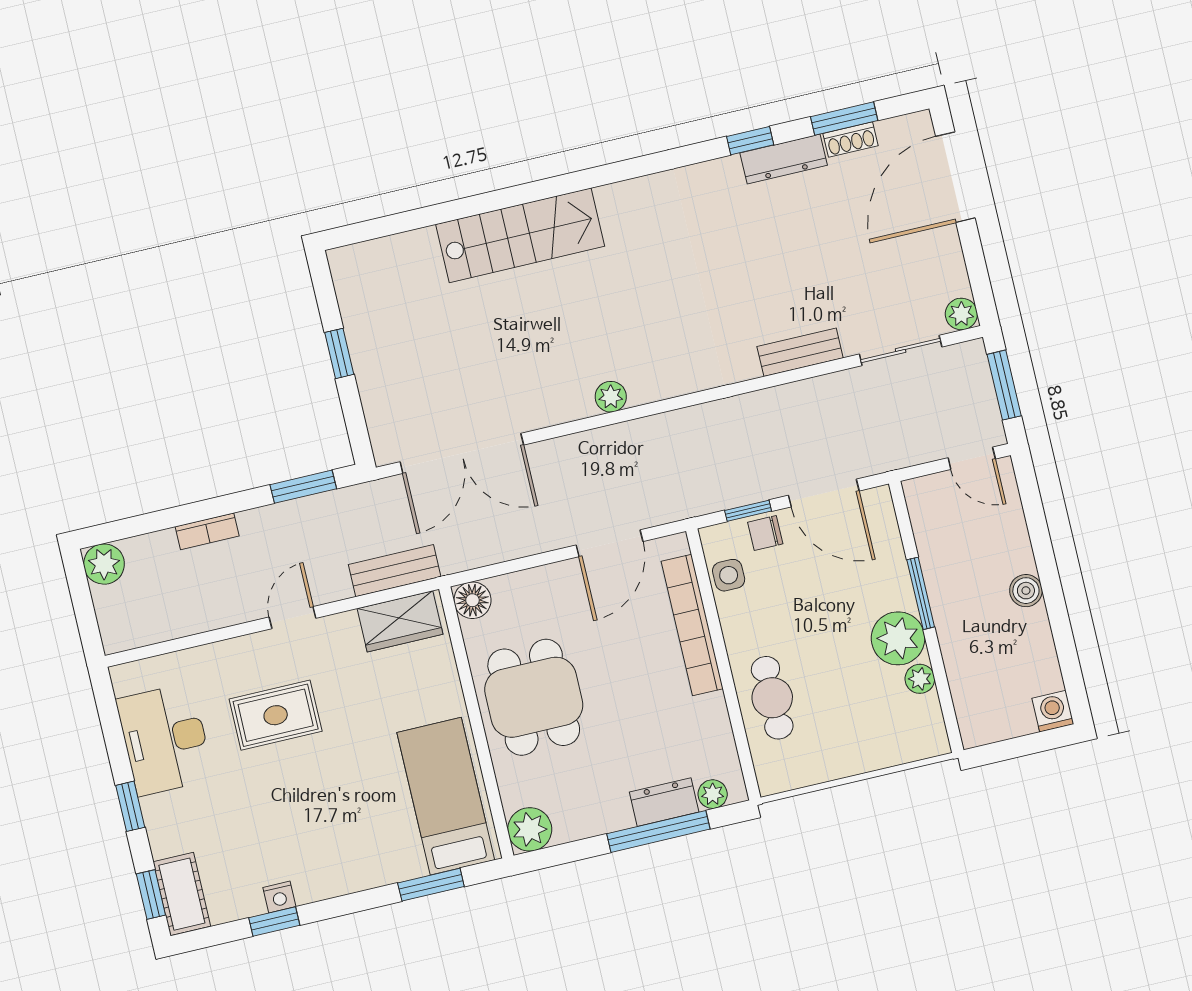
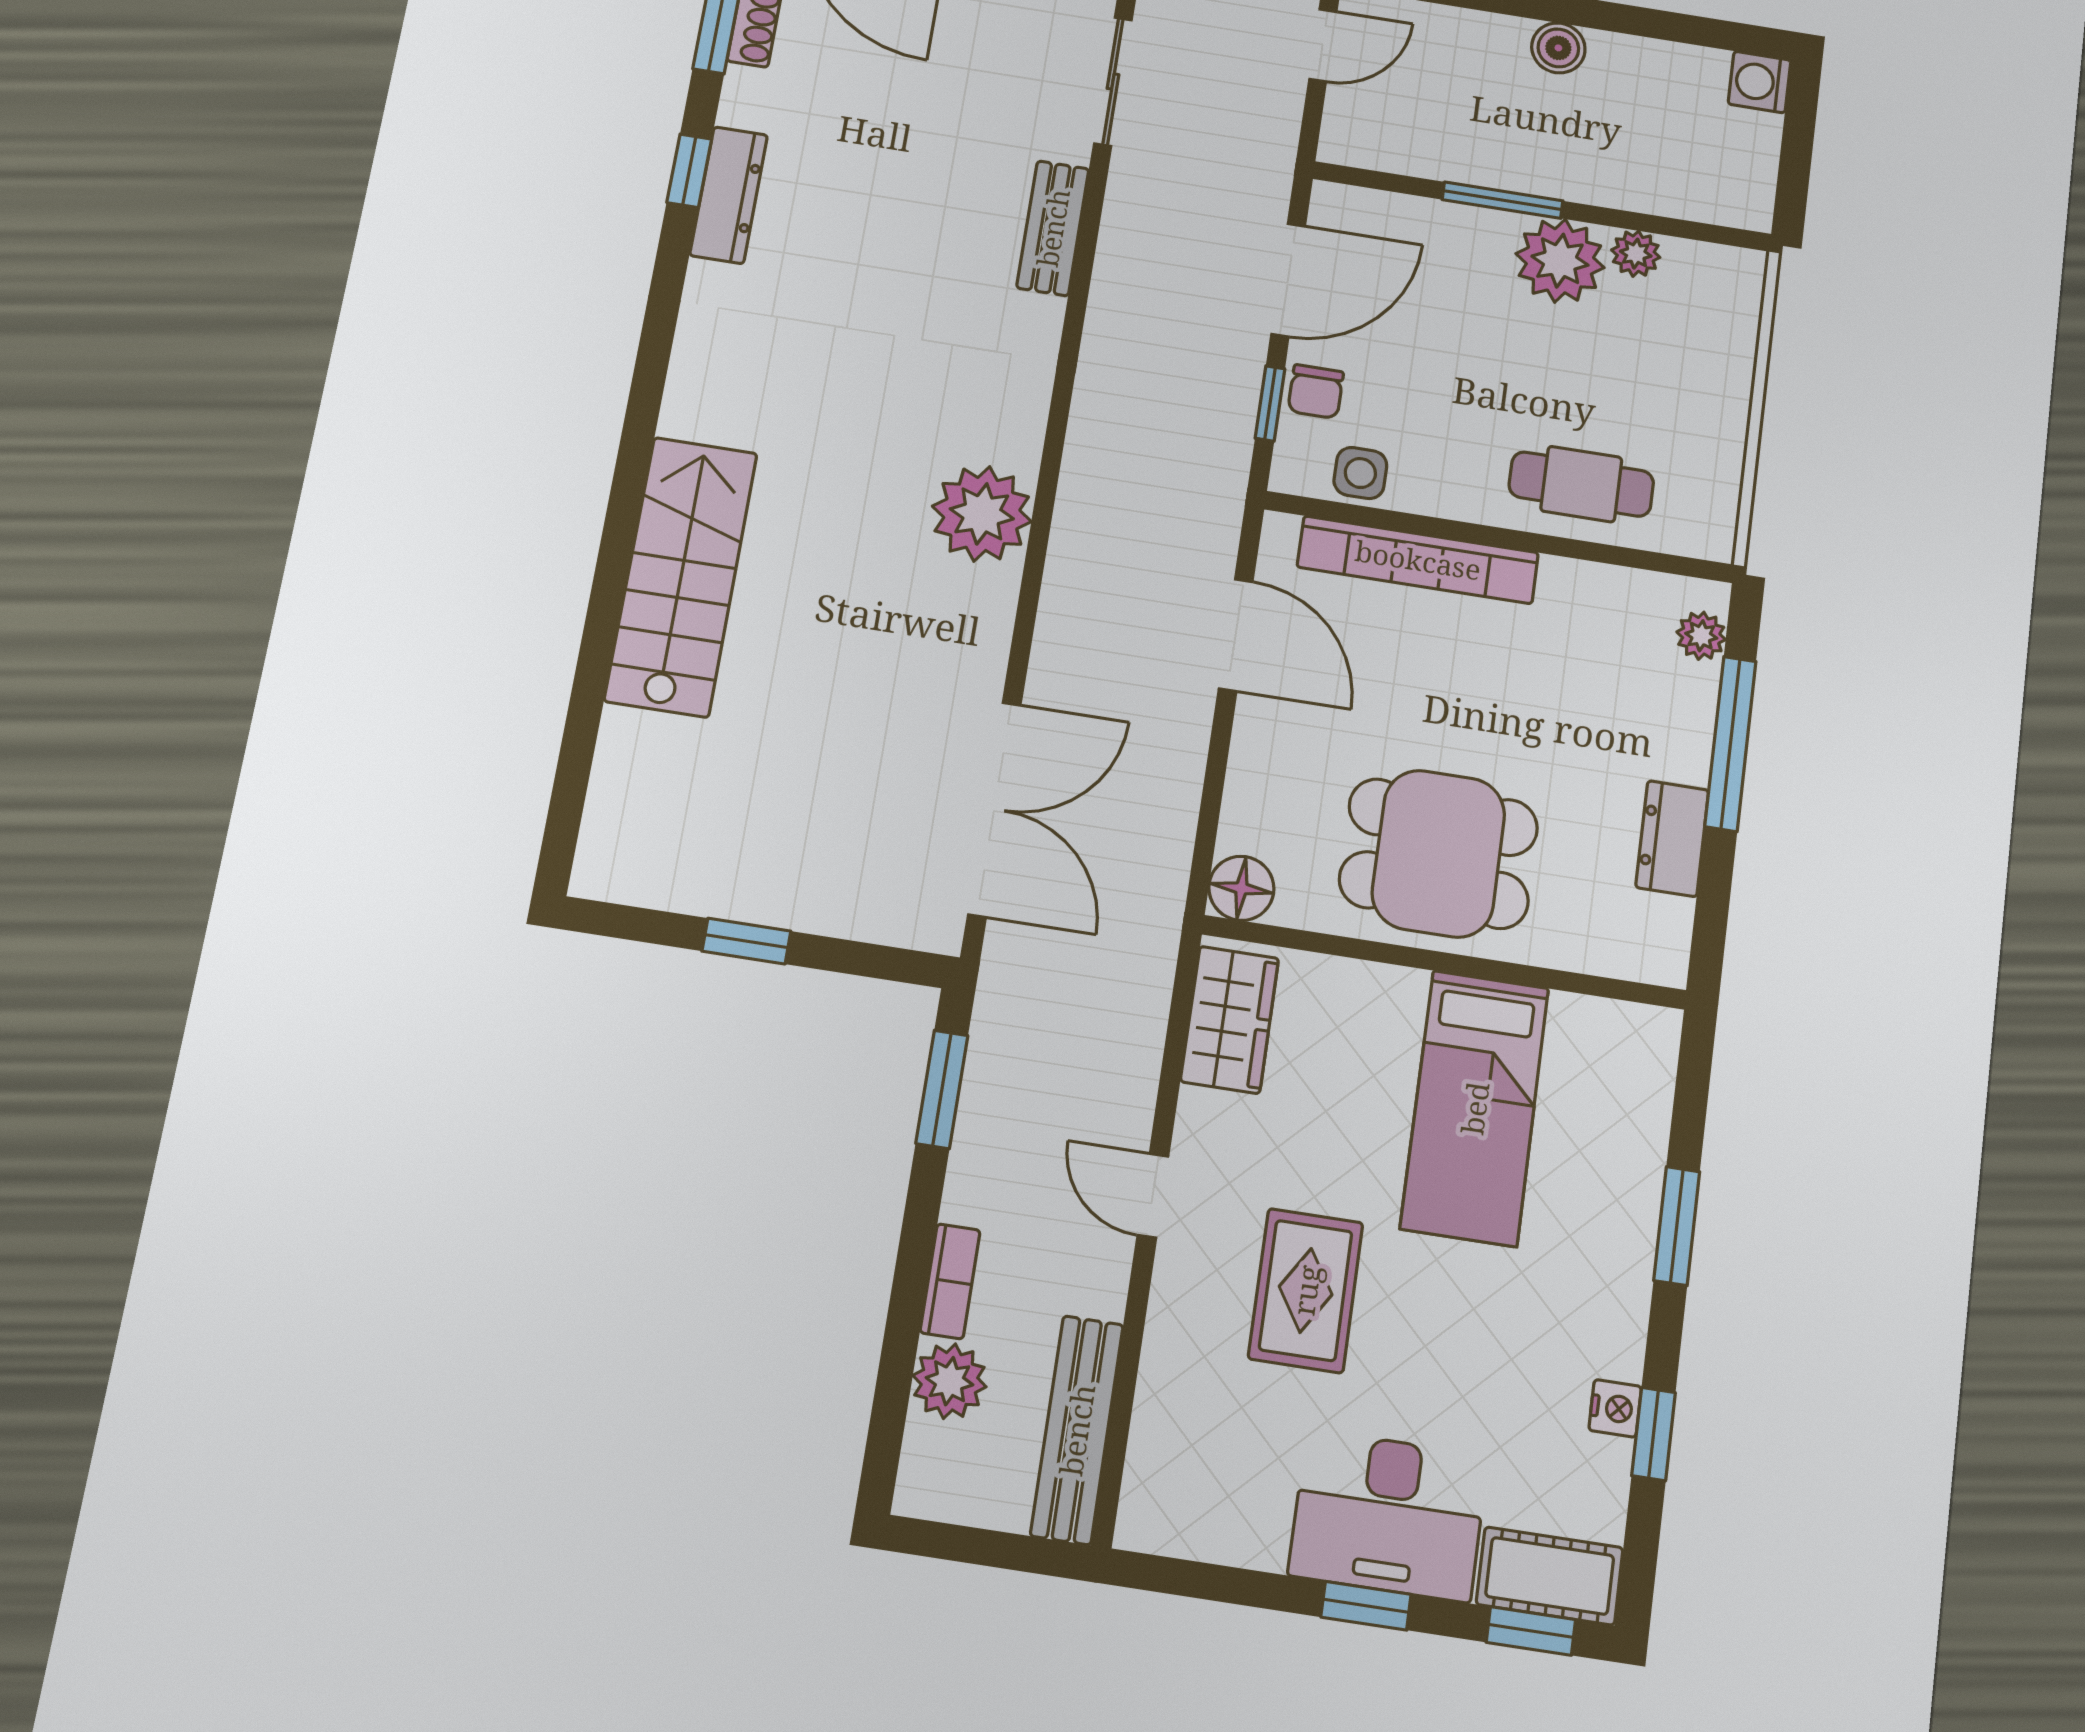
dresser: (784, 159) -> (729, 195), moved
plant: (611, 397) -> (982, 514), width x1.88, depth x1.88
plant: (104, 564) -> (949, 1381), moved
bench: (395, 571) -> (1077, 1430), moved, width x1.36
desk: (165, 739) -> (1388, 1515), moved
bed: (446, 796) -> (1475, 1108), moved, turned -90
dresser: (664, 802) -> (1672, 839), moved
plant: (530, 829) -> (1653, 946), removed
window: (431, 885) -> (1677, 1226), moved

